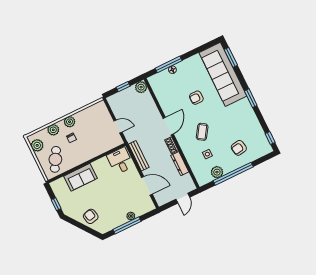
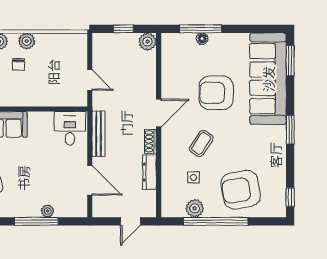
armchair: (196, 98) -> (216, 93), width x1.88, depth x1.88
armchair: (239, 148) -> (241, 190), width x1.88, depth x1.88

